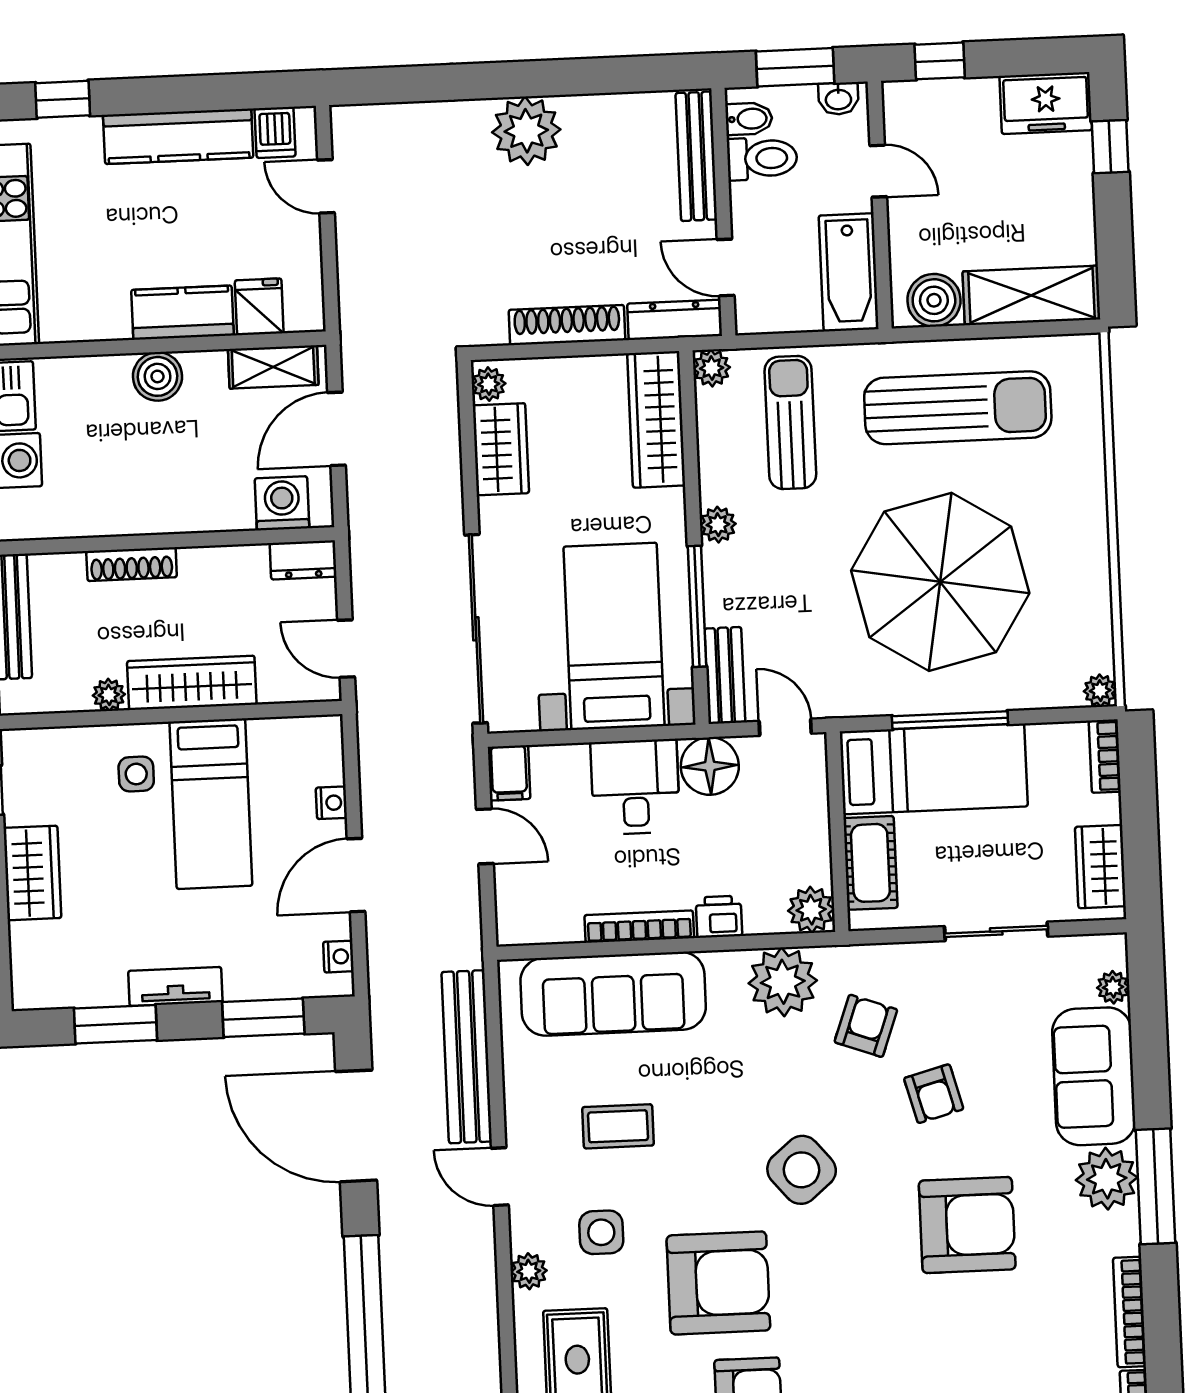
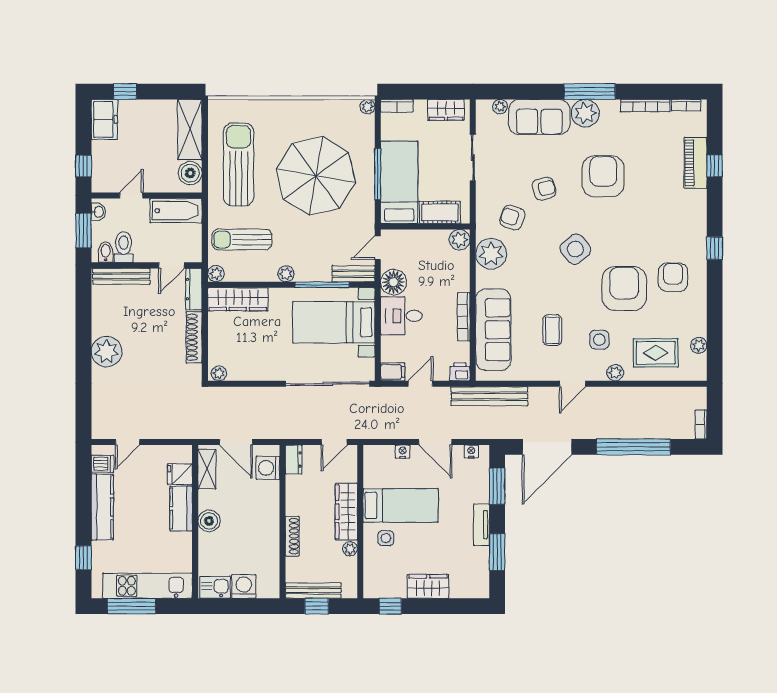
wardrobe: (501, 449) -> (248, 369), removed
printer: (719, 917) -> (460, 372), moved, turned 90
bench: (467, 1057) -> (489, 396), moved

